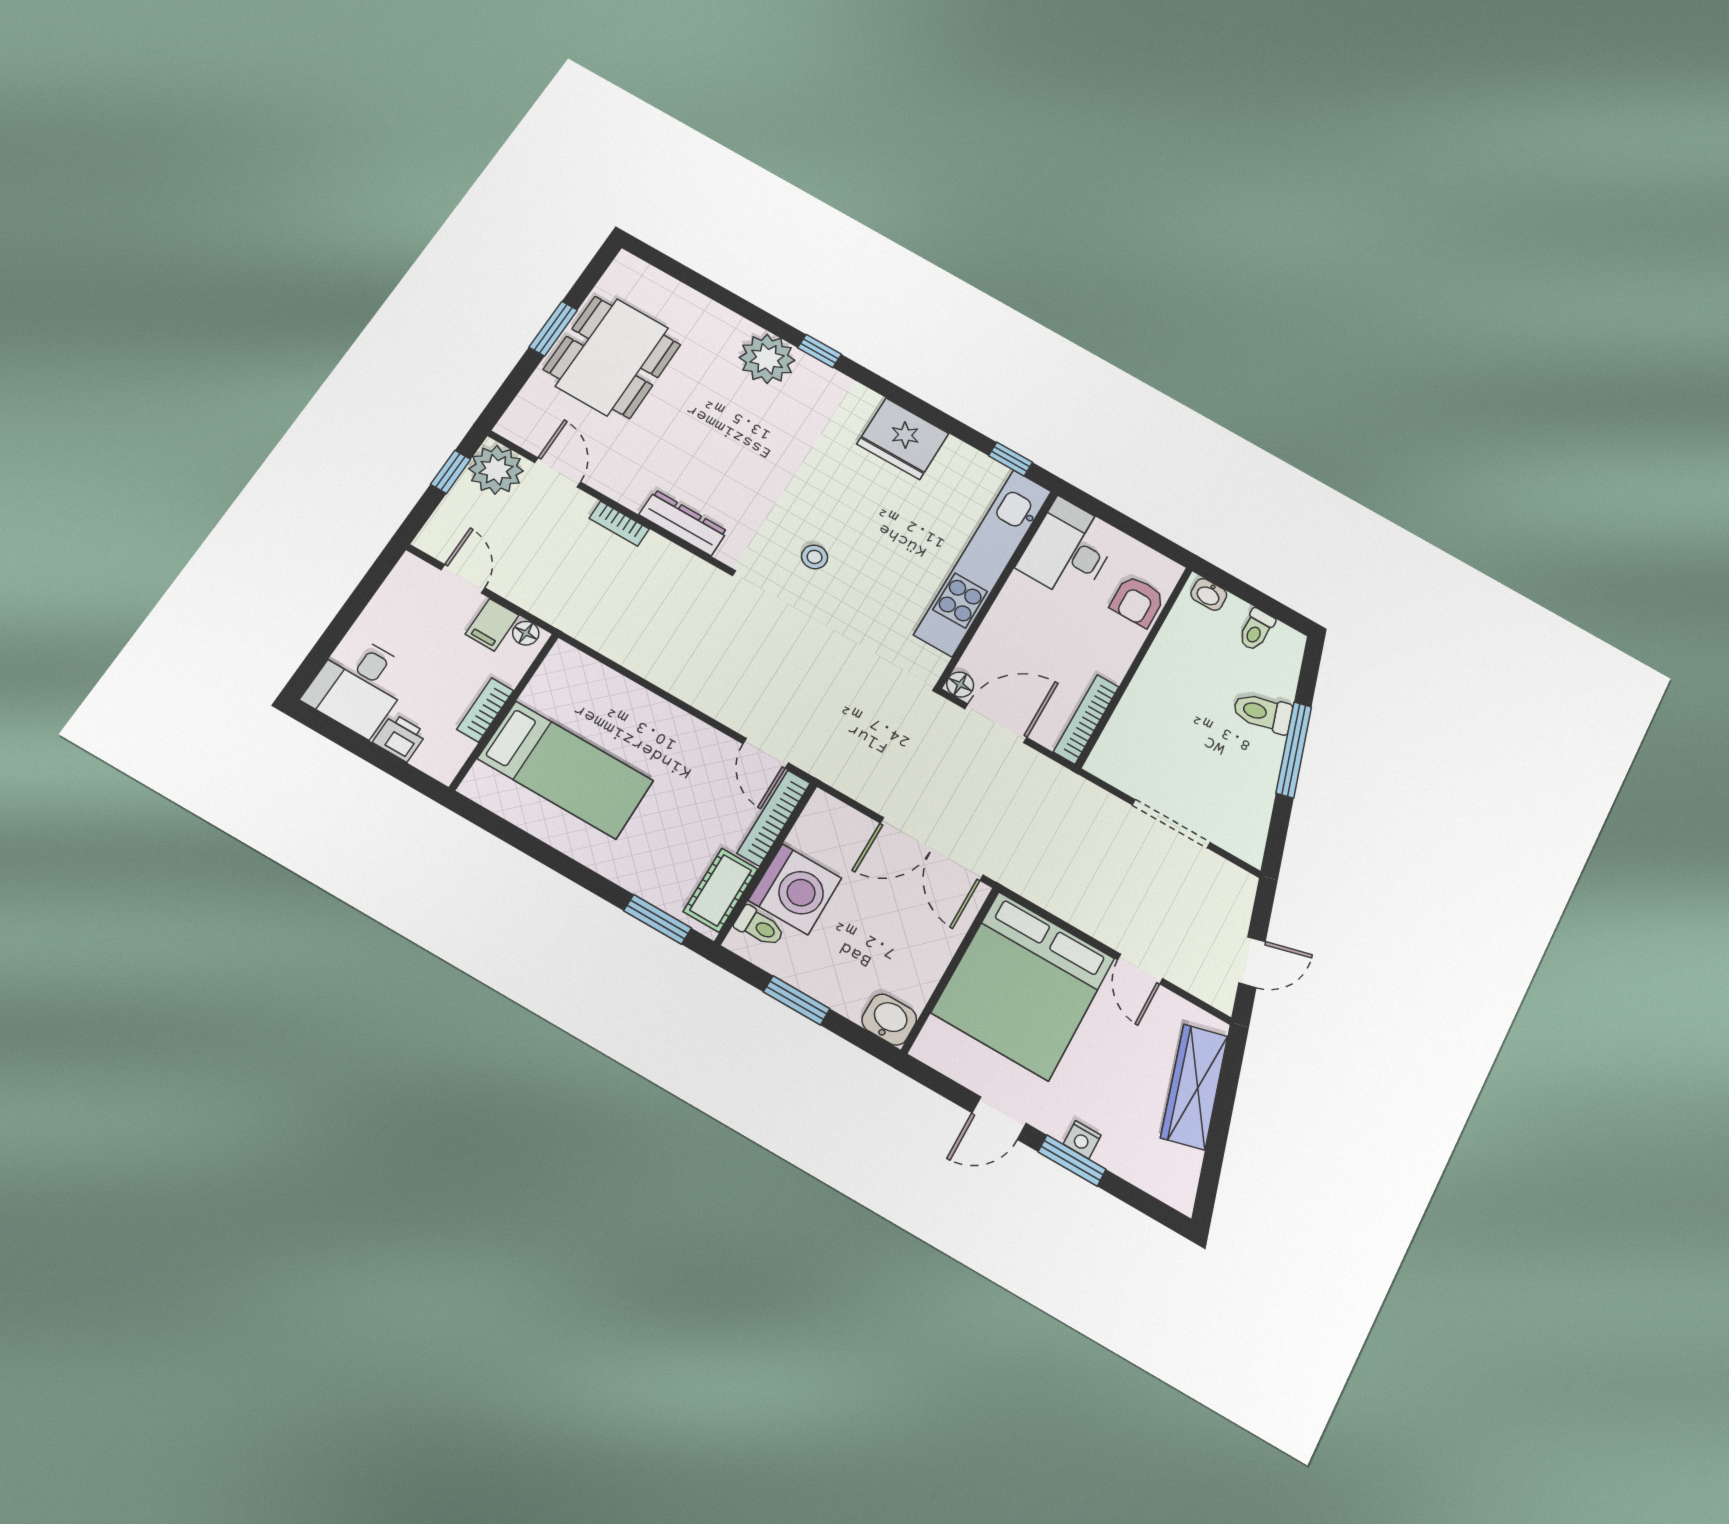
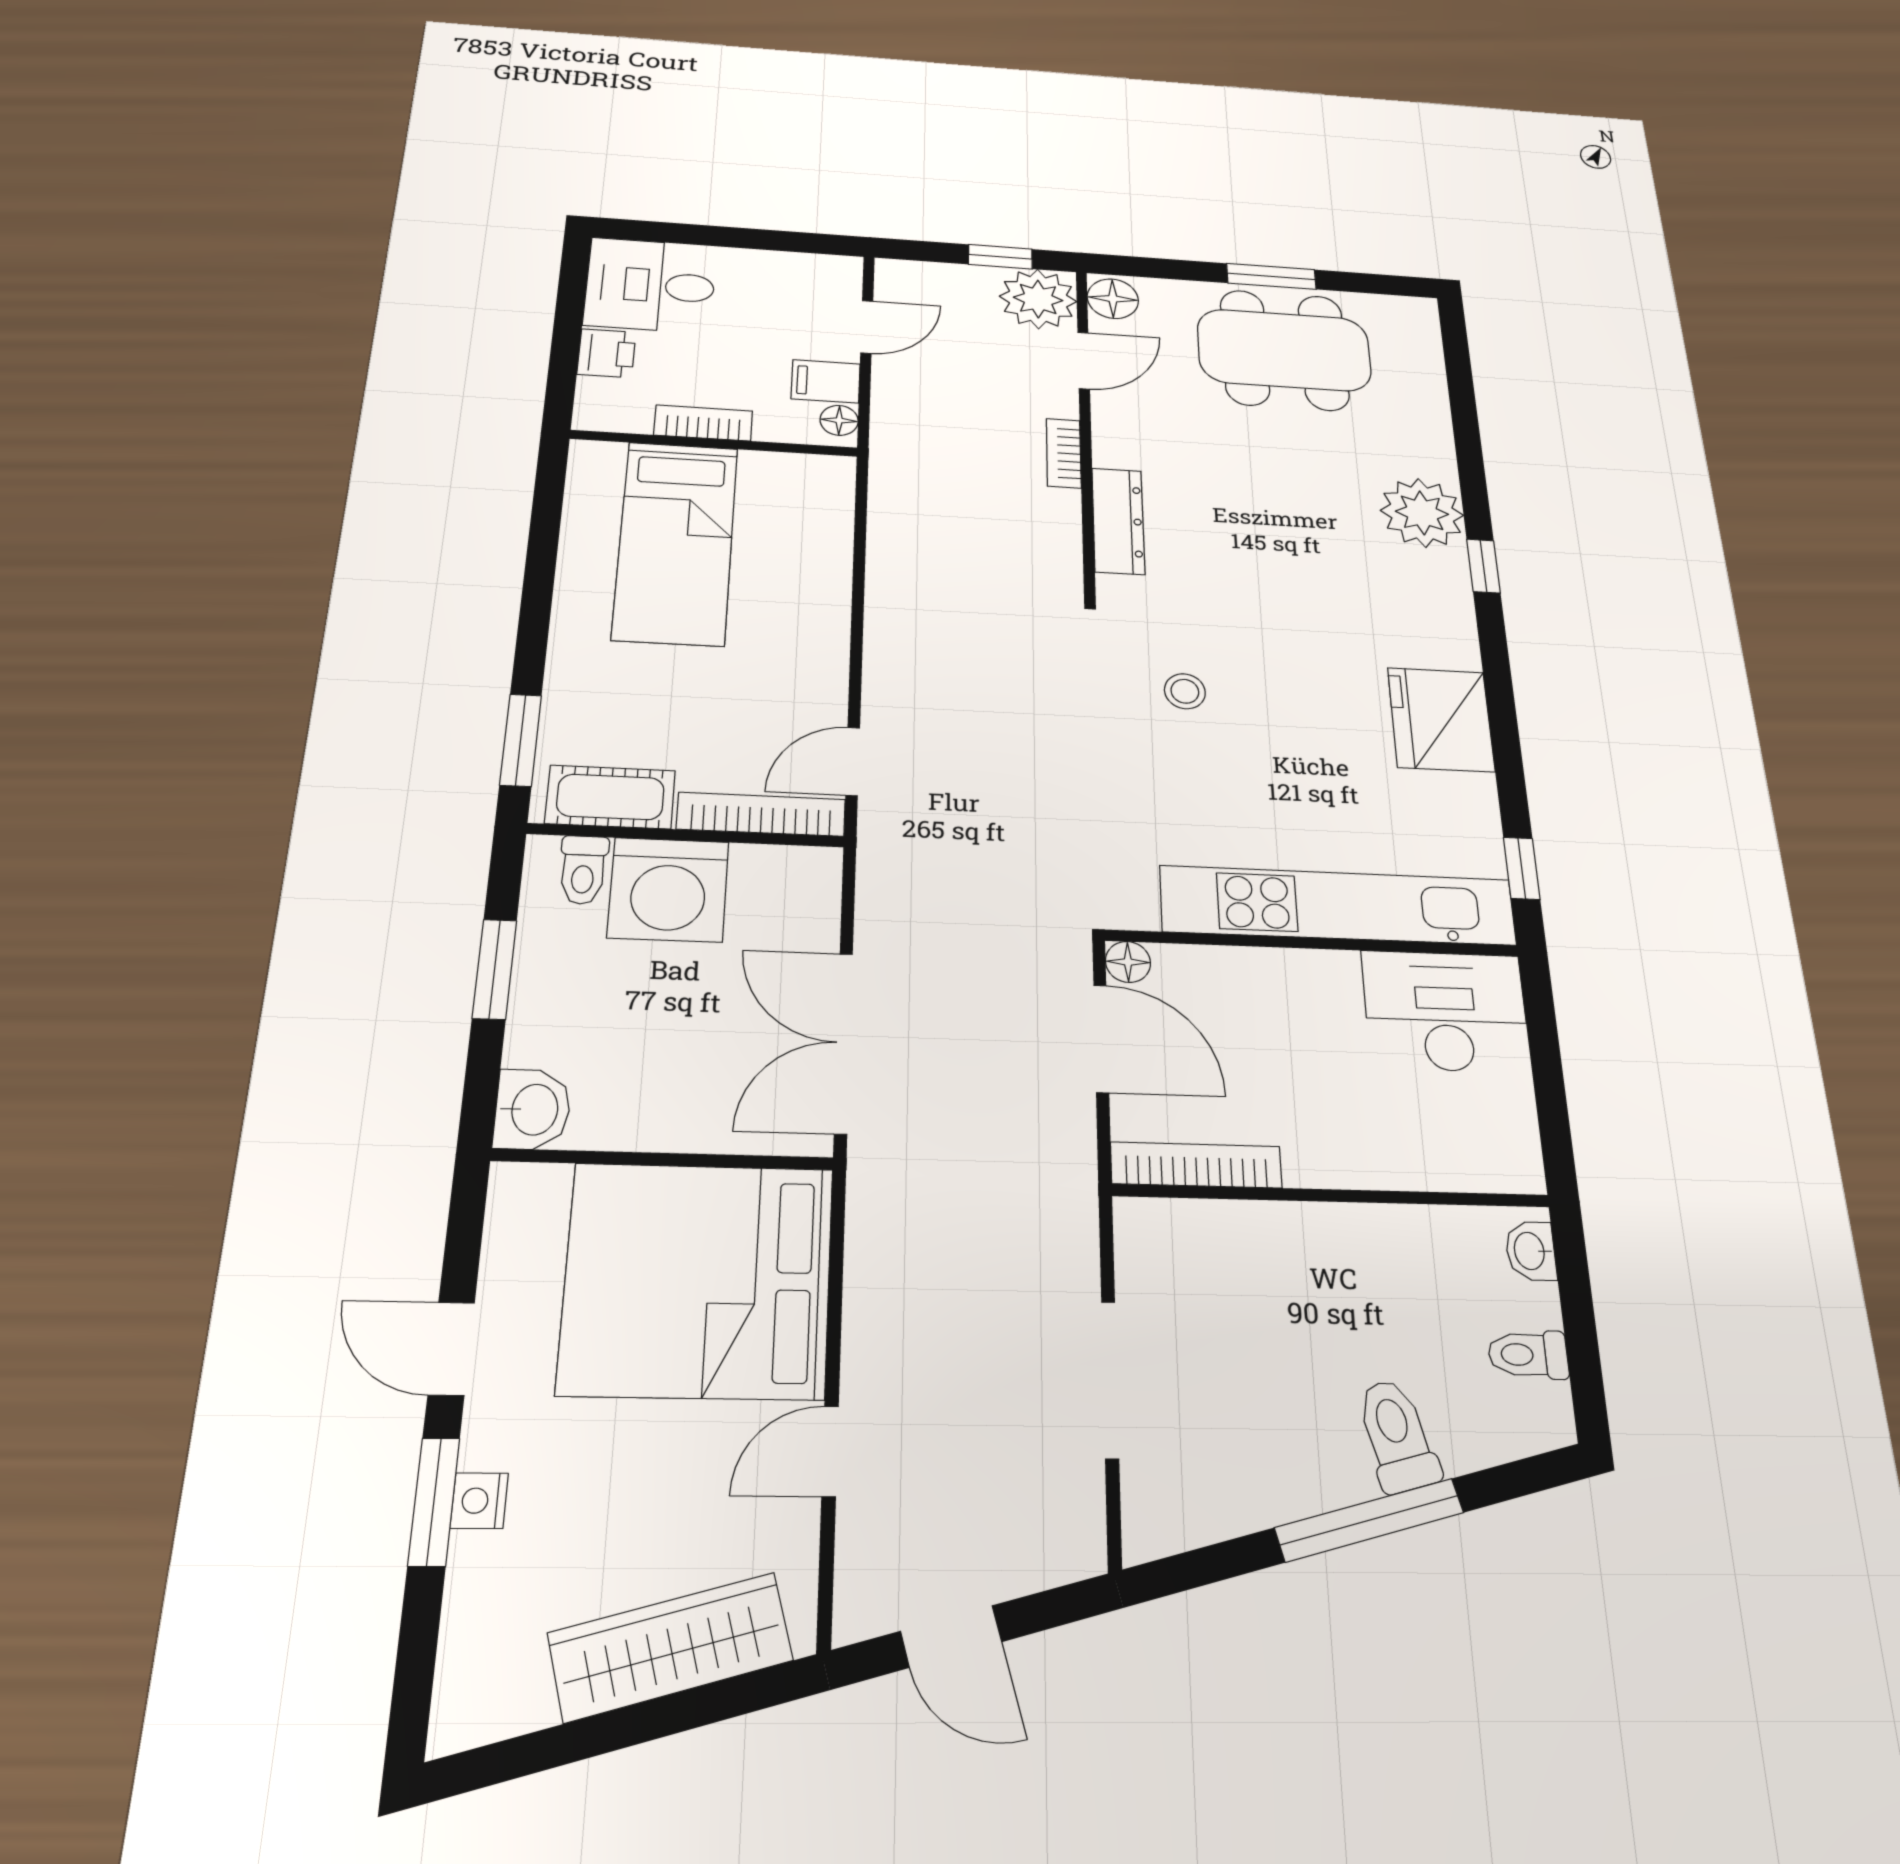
floor lamp: (520, 428) -> (1113, 299), added
armchair: (1137, 601) -> (1439, 1149), removed

